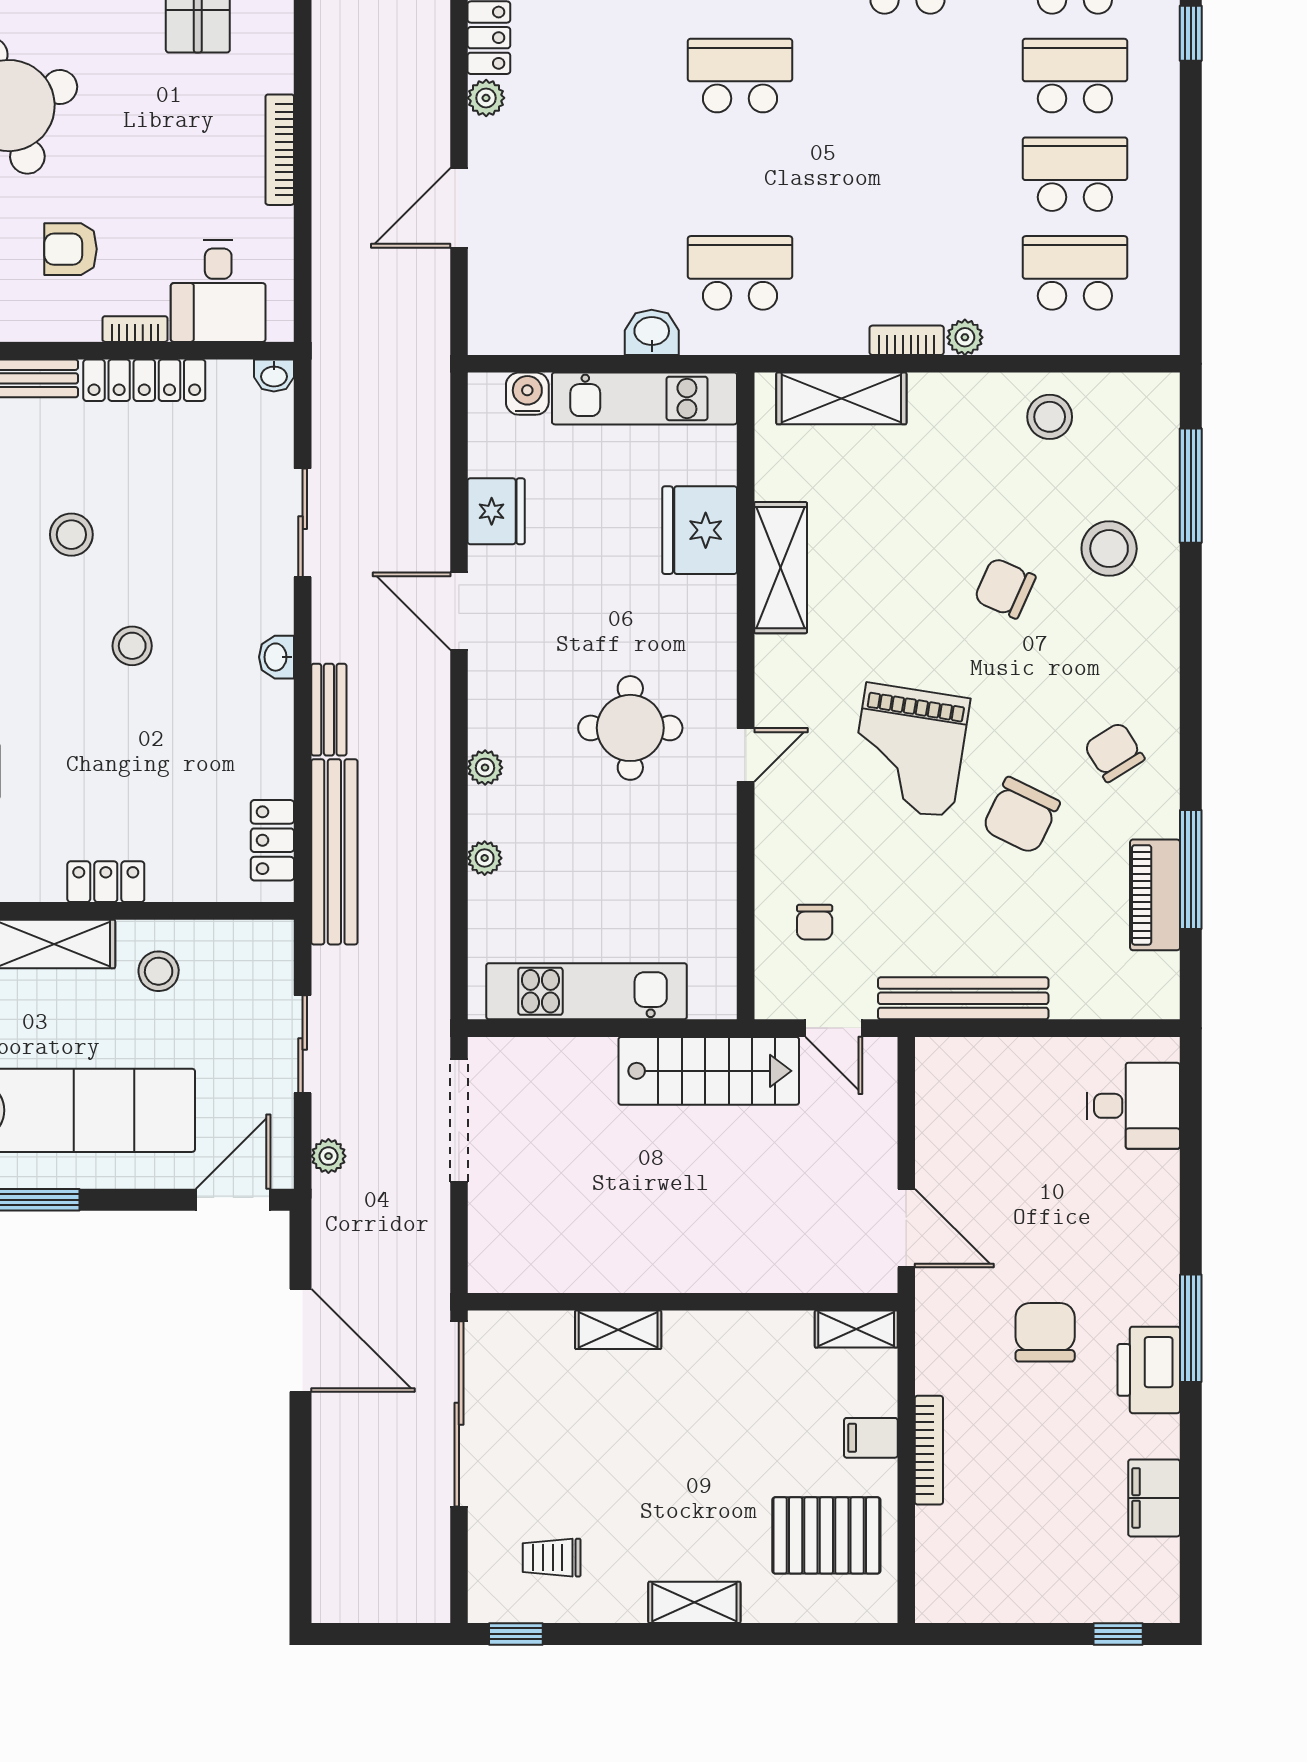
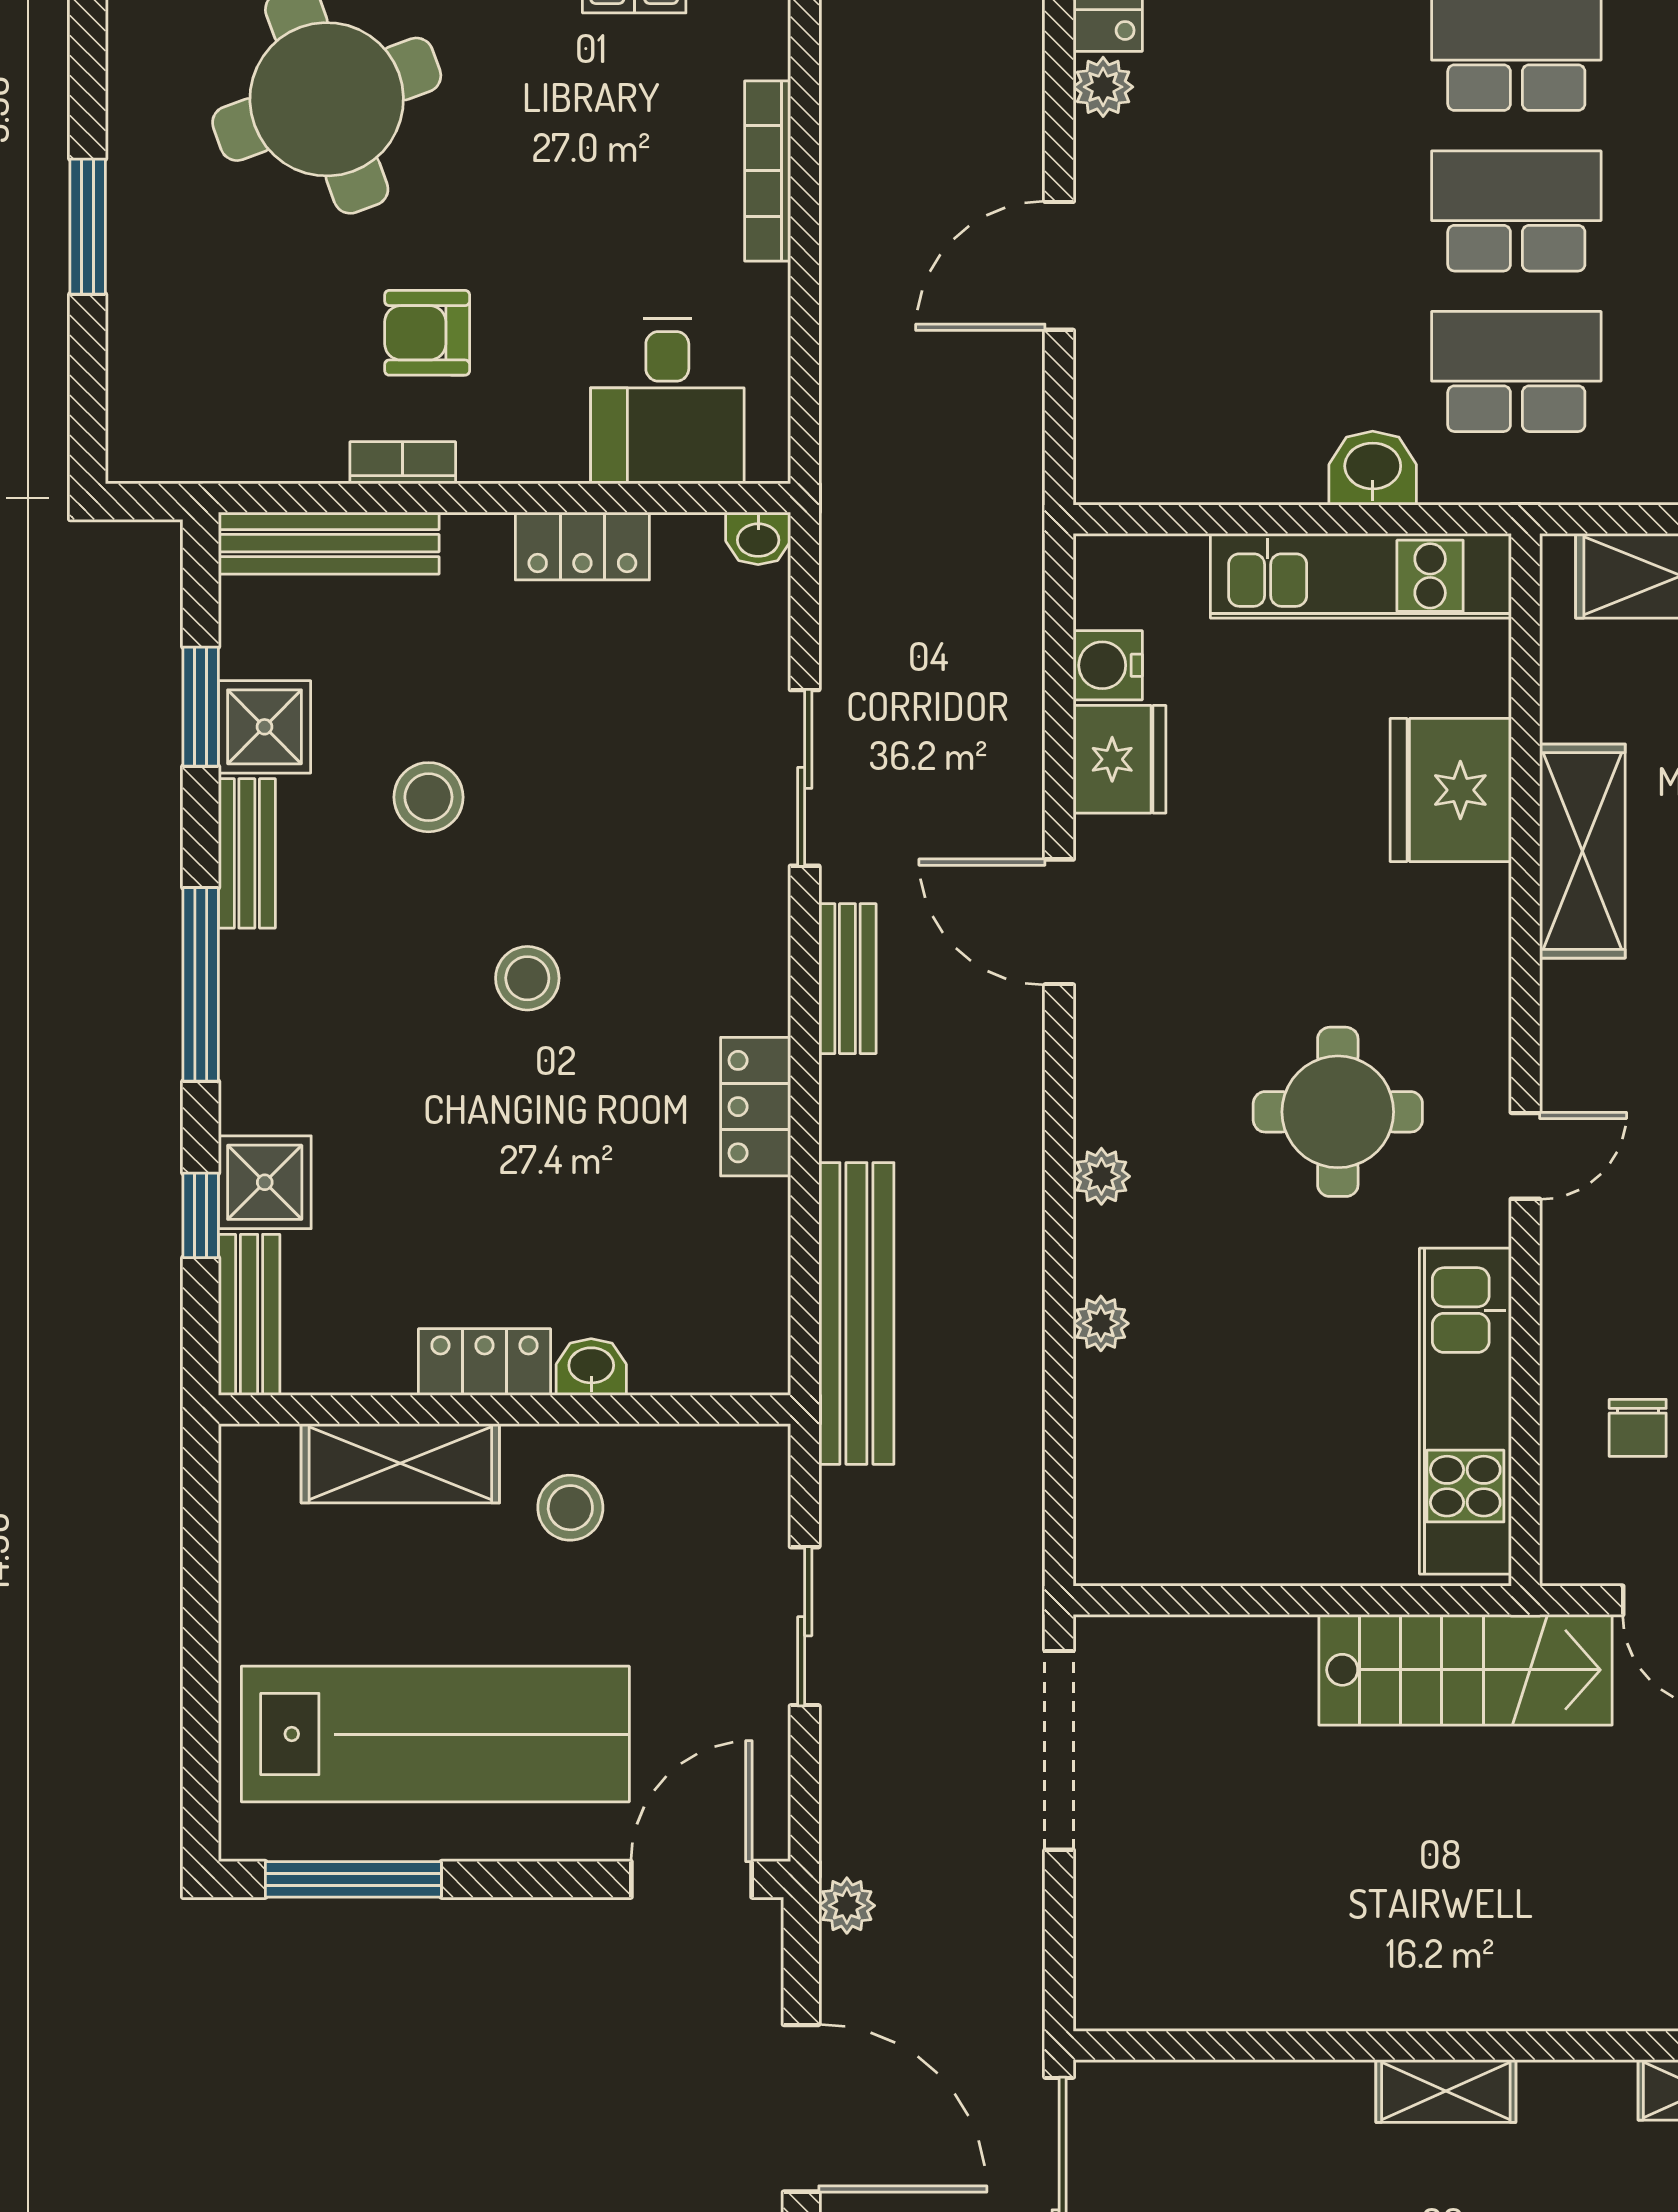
school desk: (740, 174) -> (1516, 211), added
bookcase: (135, 329) -> (403, 463), moved
locker: (144, 380) -> (582, 546), width x0.66
water cooler: (527, 394) -> (1108, 665), moved, turned -90
washbasin: (277, 657) -> (591, 1367), moved, turned 90
bench: (329, 710) -> (847, 979), moved
locker: (272, 840) -> (756, 1107), moved
kitchen unit: (587, 991) -> (1465, 1411), moved, turned -90
plant: (328, 1156) -> (847, 1906), moved
shelving: (618, 1330) -> (1446, 2091), moved

